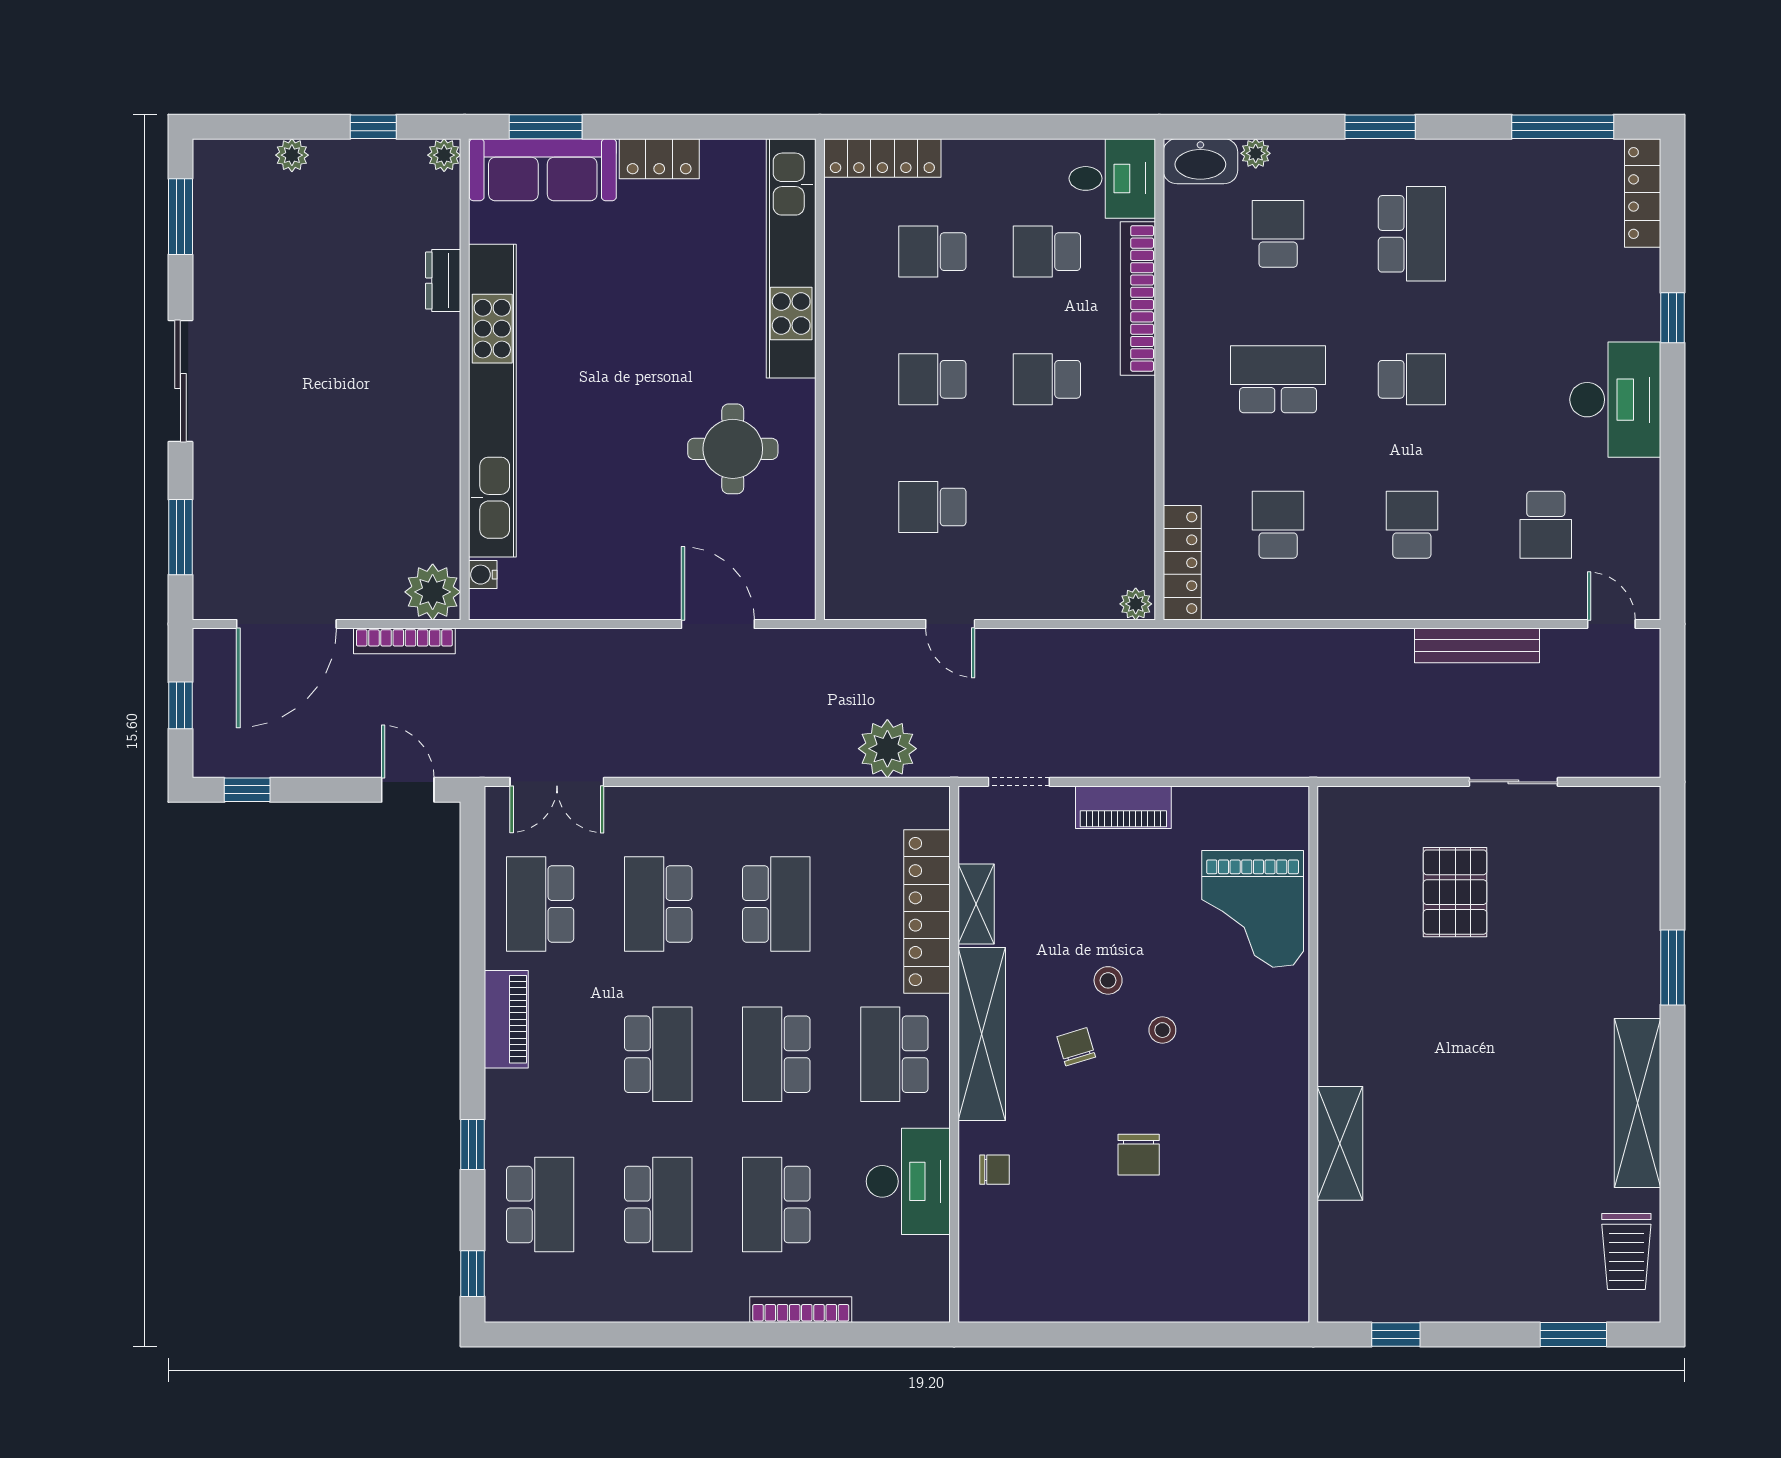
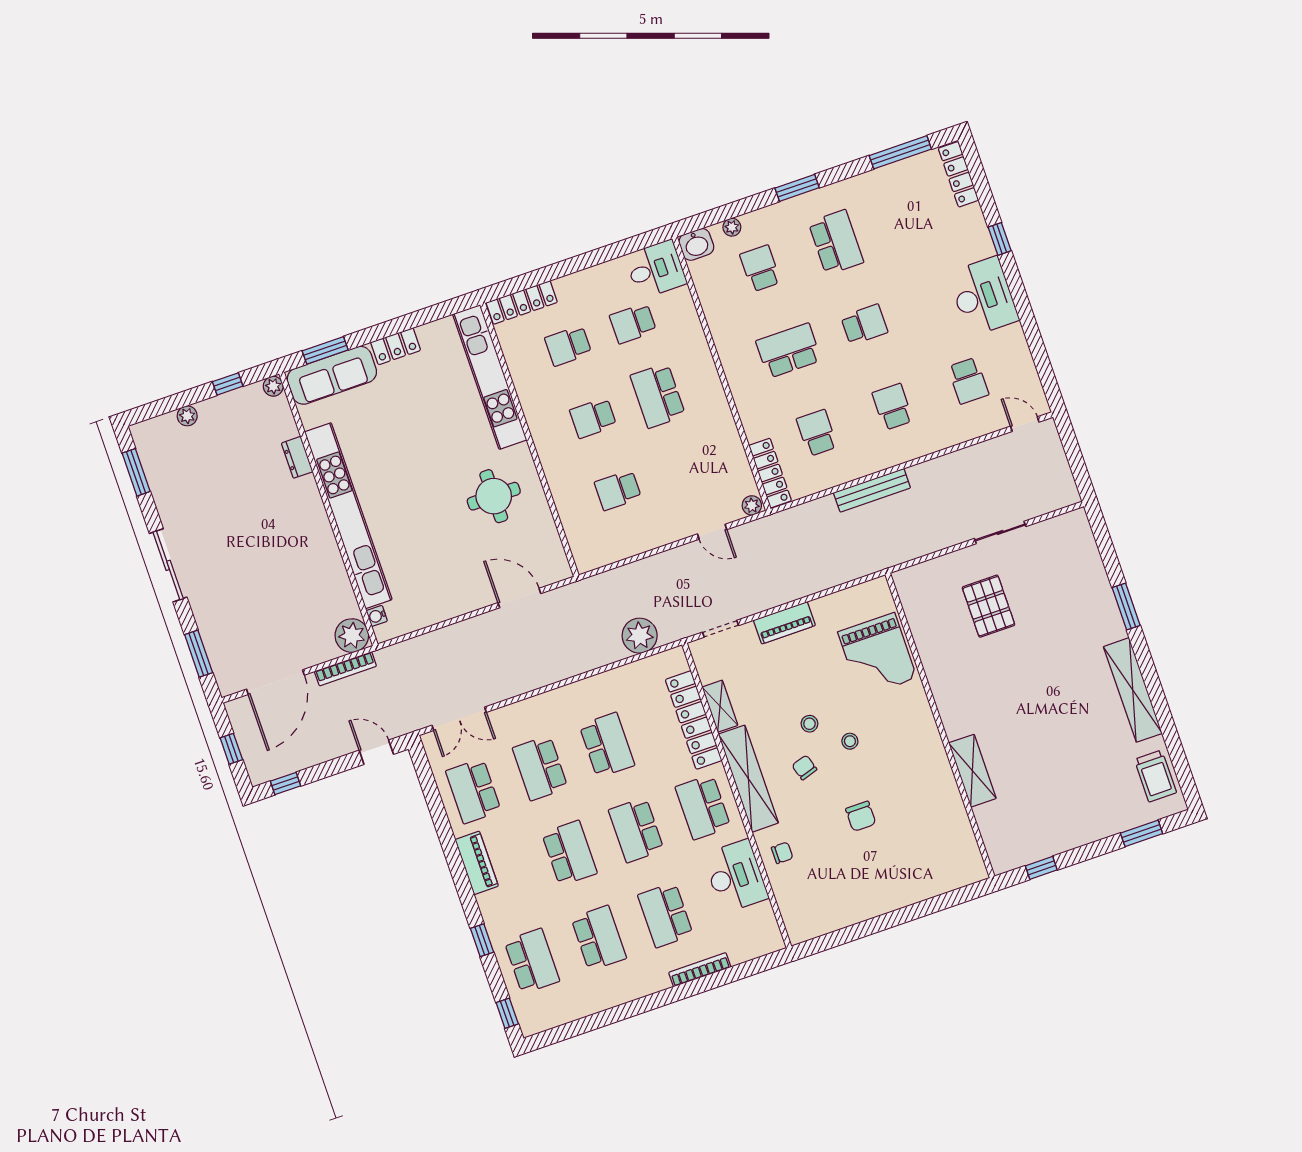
washbasin: (1200, 161) -> (696, 244), width x0.72
bookcase: (1138, 298) -> (694, 332), removed
school desk: (1047, 379) -> (658, 396), width x1.85
door: (950, 624) -> (712, 532), moved
bench: (1477, 645) -> (872, 490), moved

